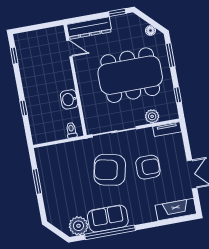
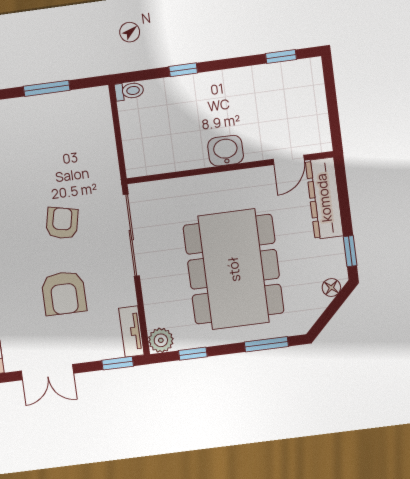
floor lamp: (150, 31) -> (331, 288), moved
washbasin: (69, 99) -> (226, 151), moved
plant: (152, 116) -> (161, 340), moved
toilet: (71, 130) -> (129, 91), moved
window: (185, 136) -> (118, 363), added
armchair: (110, 170) -> (62, 223), width x0.53, depth x0.53

